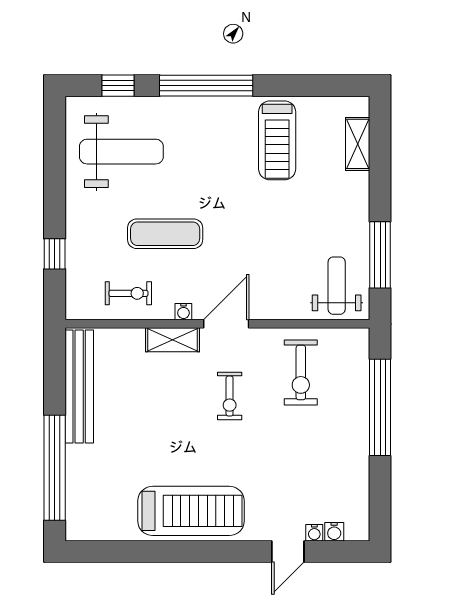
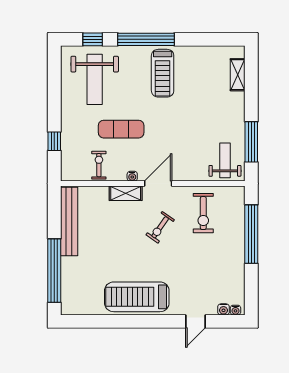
treadmill: (277, 140) -> (163, 73), moved
weight bench: (121, 152) -> (95, 79), turned 90
exercise bike: (128, 293) -> (99, 165), turned -90
exercise bike: (230, 396) -> (160, 227), turned 35
treadmill: (191, 511) -> (137, 297), turned 180
water cooler: (314, 533) -> (236, 310), moved

